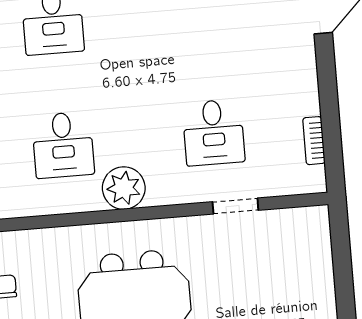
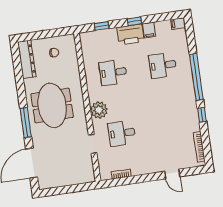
plant: (124, 188) -> (99, 110), moved

